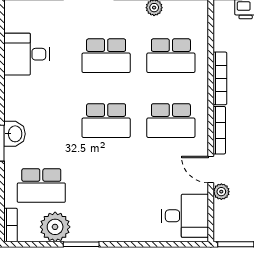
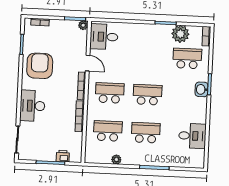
plant: (221, 192) -> (83, 25), moved

